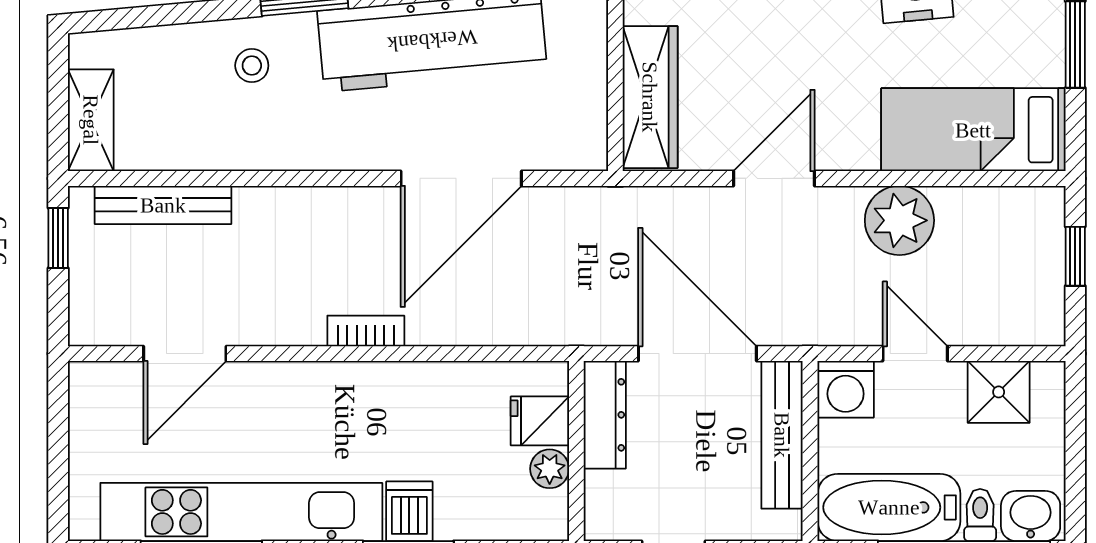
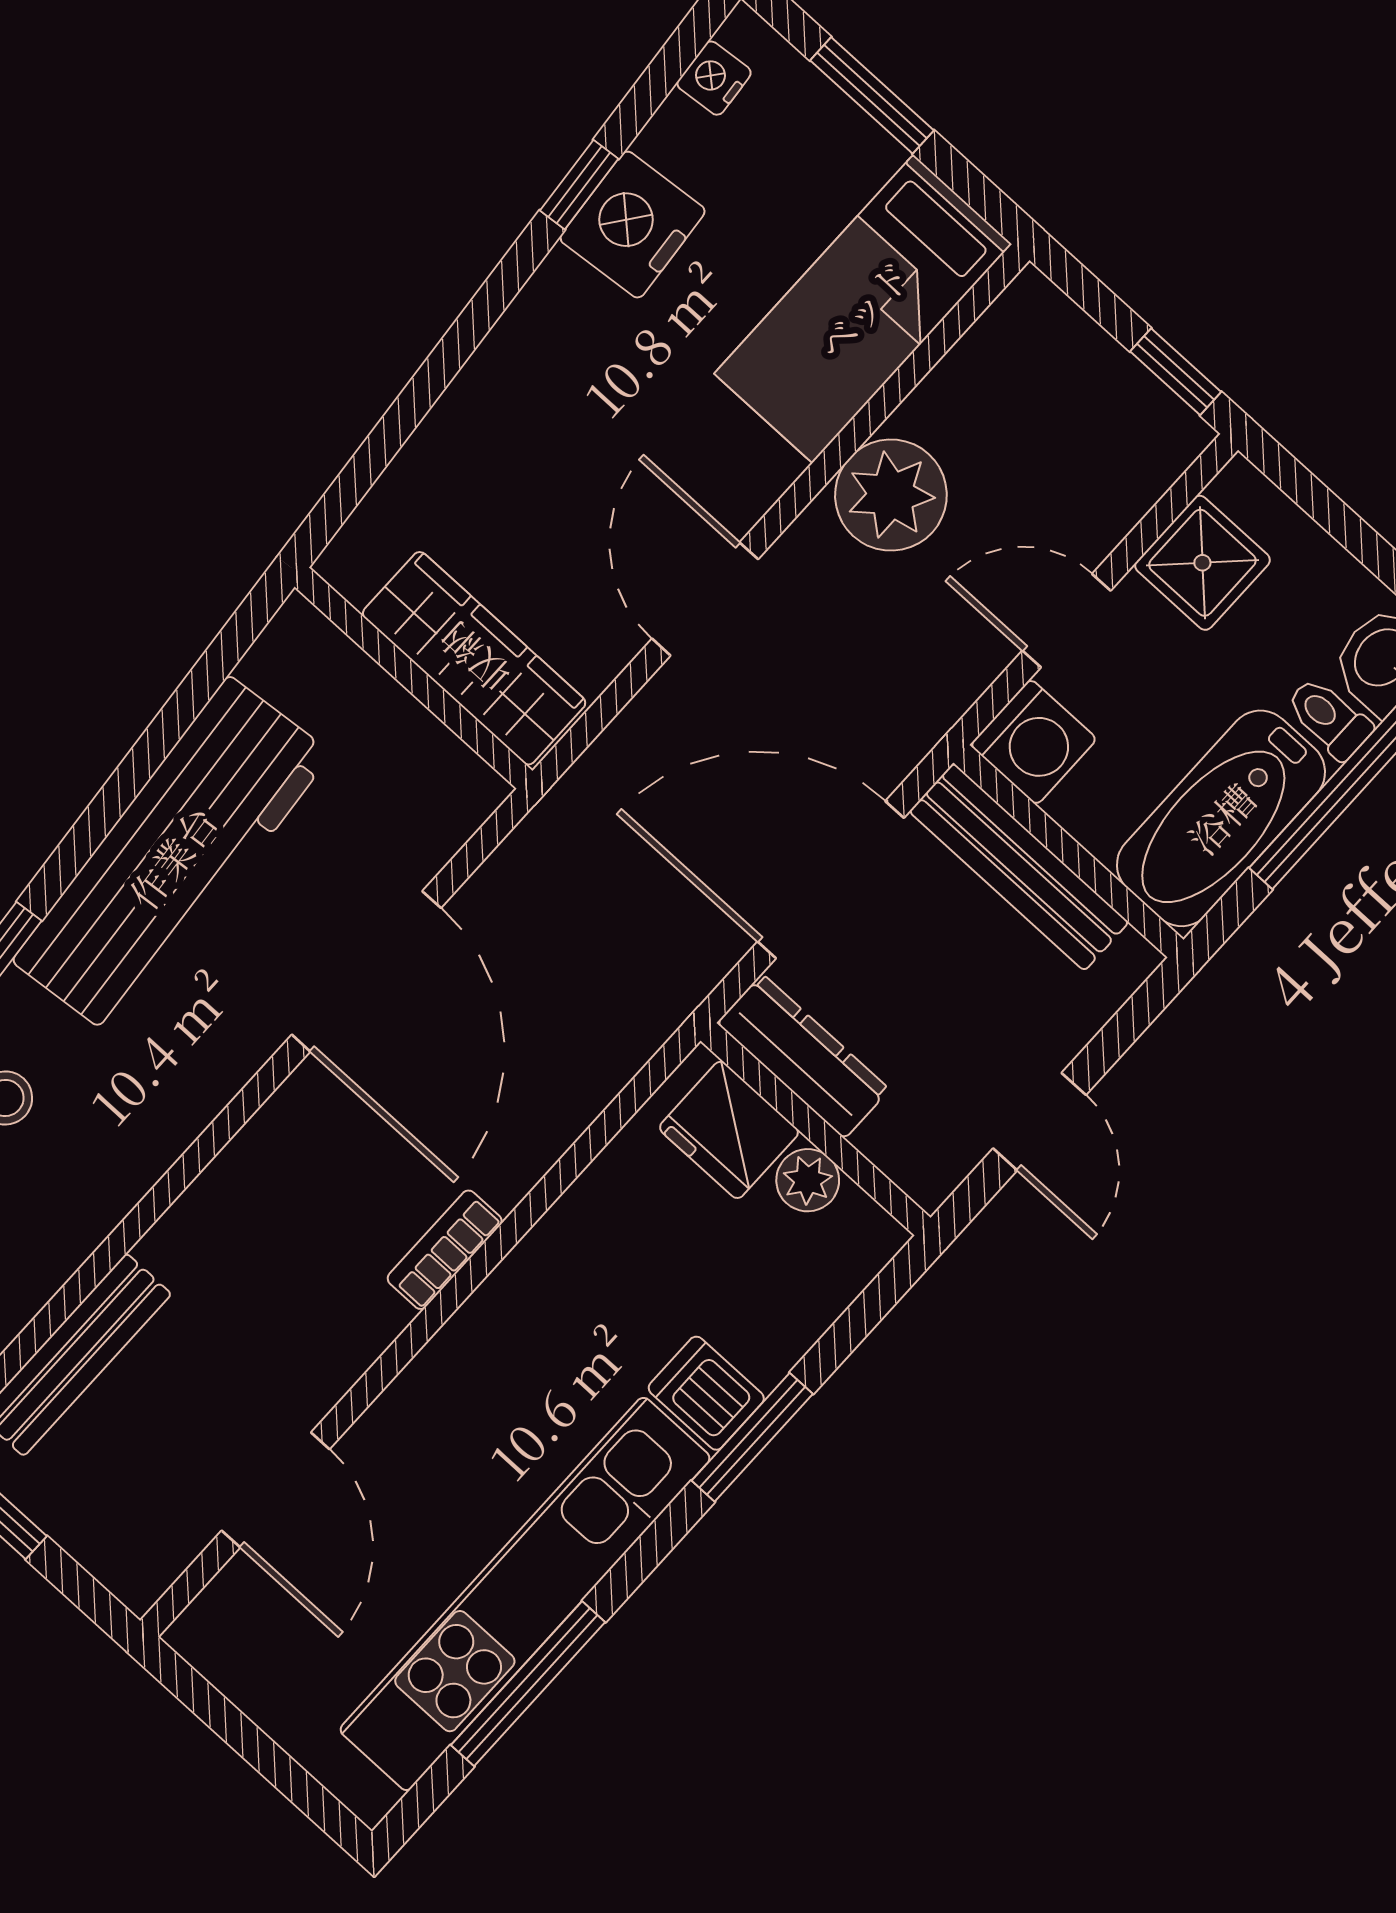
window: (1075, 256) -> (1176, 372), moved
fridge: (540, 421) -> (729, 1130), width x1.38

